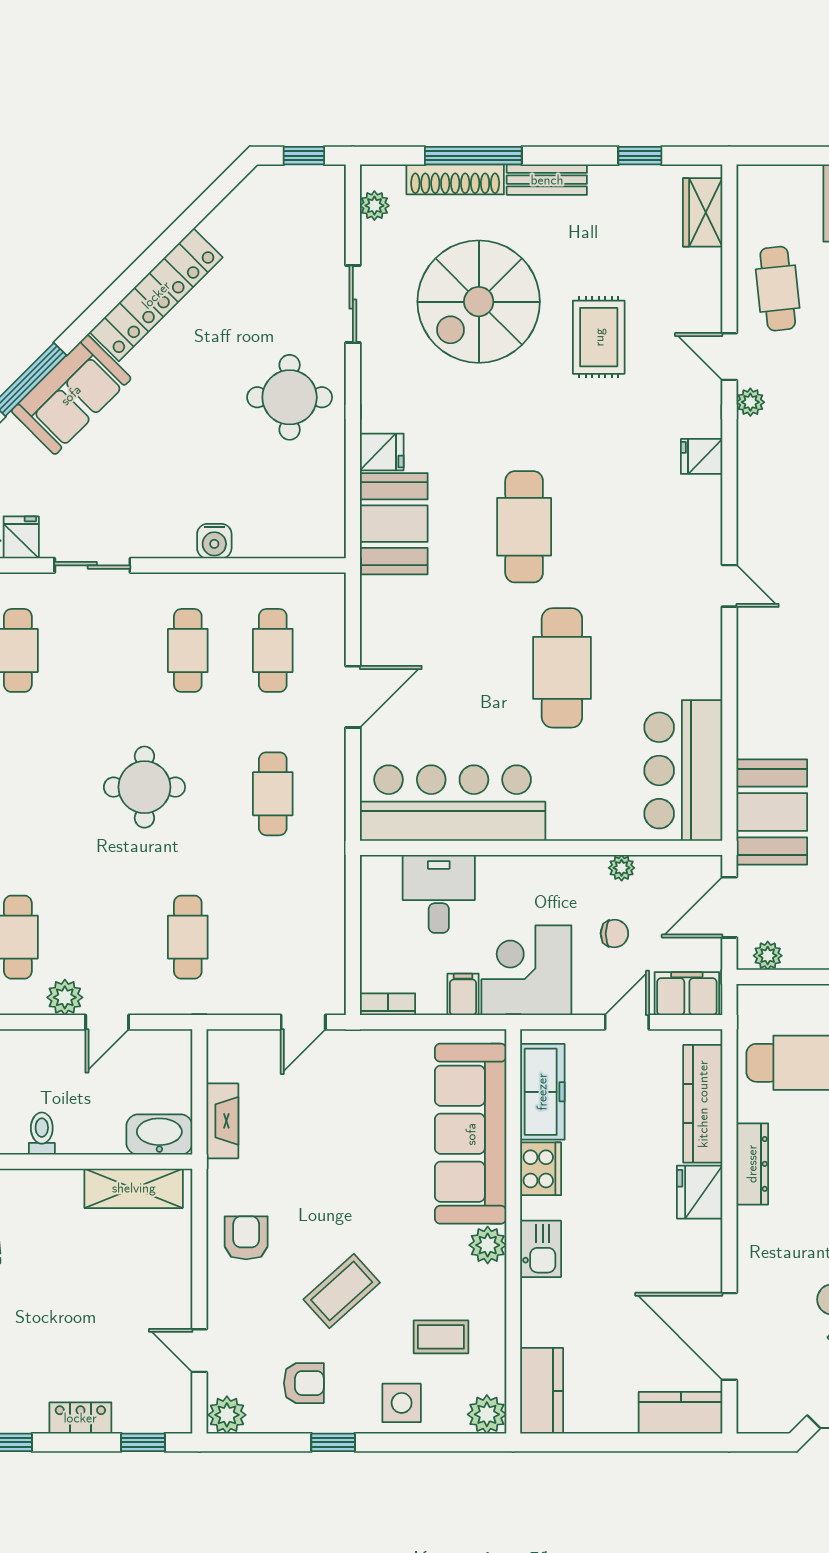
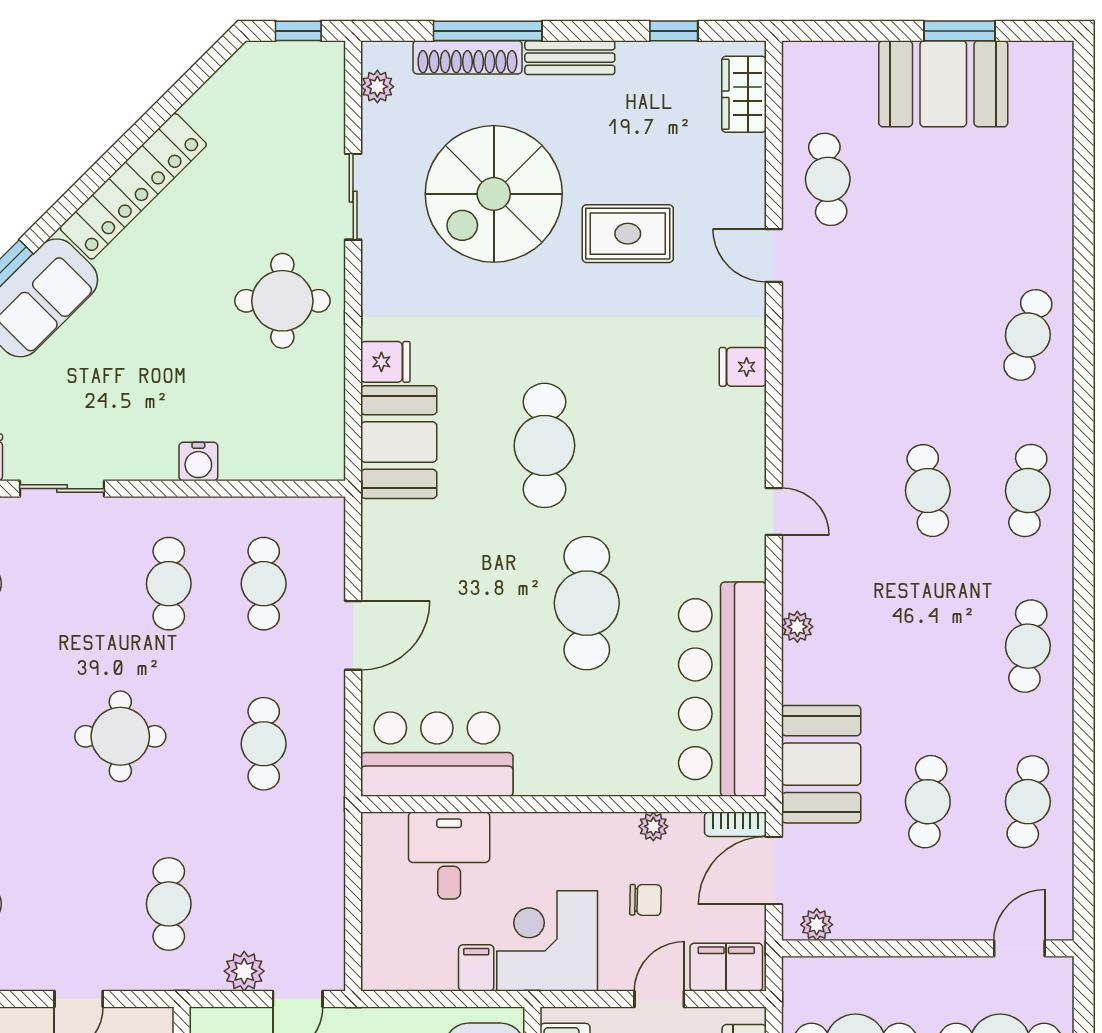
rug: (599, 337) -> (628, 234), turned 90
plant: (750, 402) -> (797, 627), moved
bar counter: (683, 770) -> (722, 689), width x1.36
bar counter: (453, 803) -> (437, 754), width x0.73
plant: (65, 997) -> (244, 971), moved
bookcase: (388, 1004) -> (735, 824), moved, turned 180

